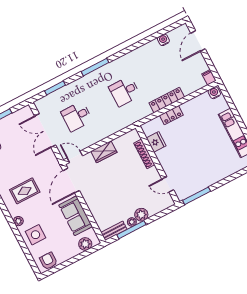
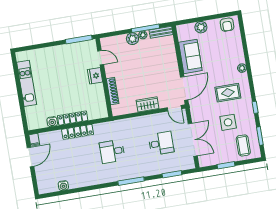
door: (198, 41) -> (30, 157), moved
desk: (124, 91) -> (112, 151), turned 180
water cooler: (214, 93) -> (52, 122), moved
locker: (171, 115) -> (73, 118), width x1.53
fridge: (156, 142) -> (95, 76), moved
side table: (35, 235) -> (228, 122), moved
plant: (85, 244) -> (201, 27), moved

